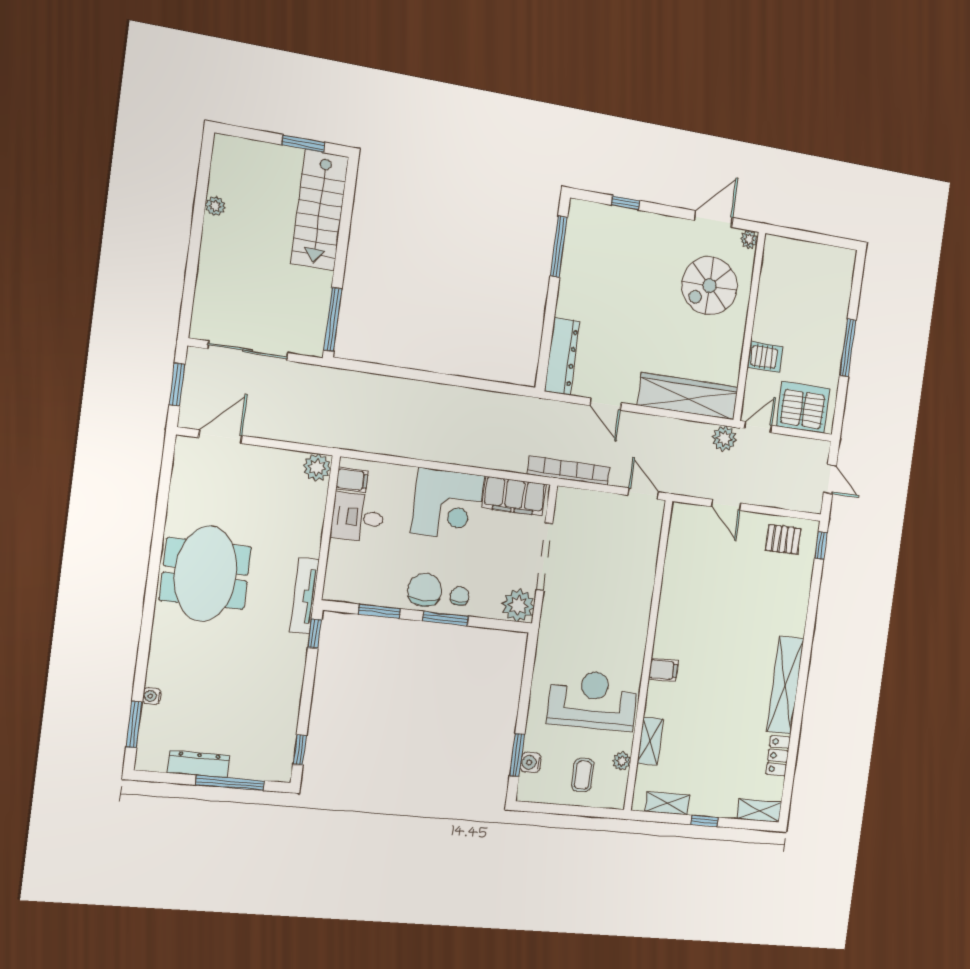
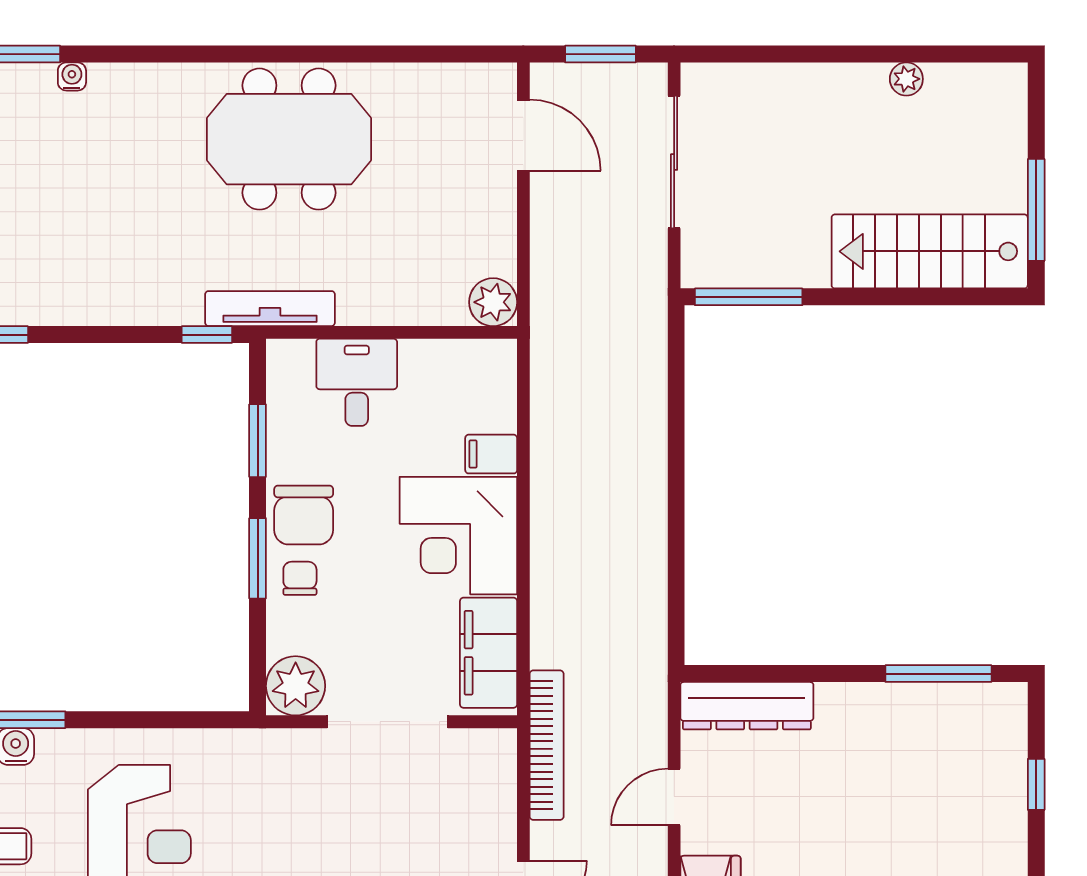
window: (303, 144) -> (1036, 210), width x1.44
filing cabinet: (352, 480) -> (491, 454), moved, turned 90
desk: (358, 517) -> (357, 382), moved
chair: (425, 590) -> (304, 515), turned 90
chair: (460, 596) -> (300, 578), turned -90

